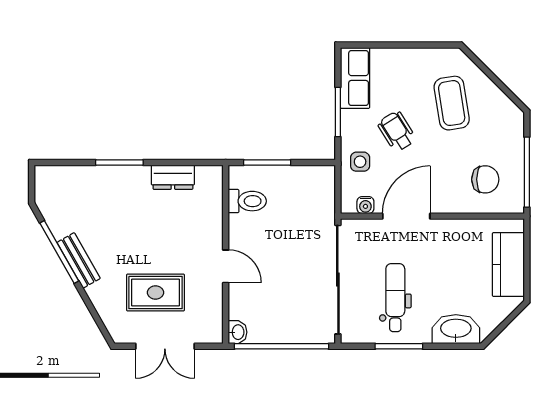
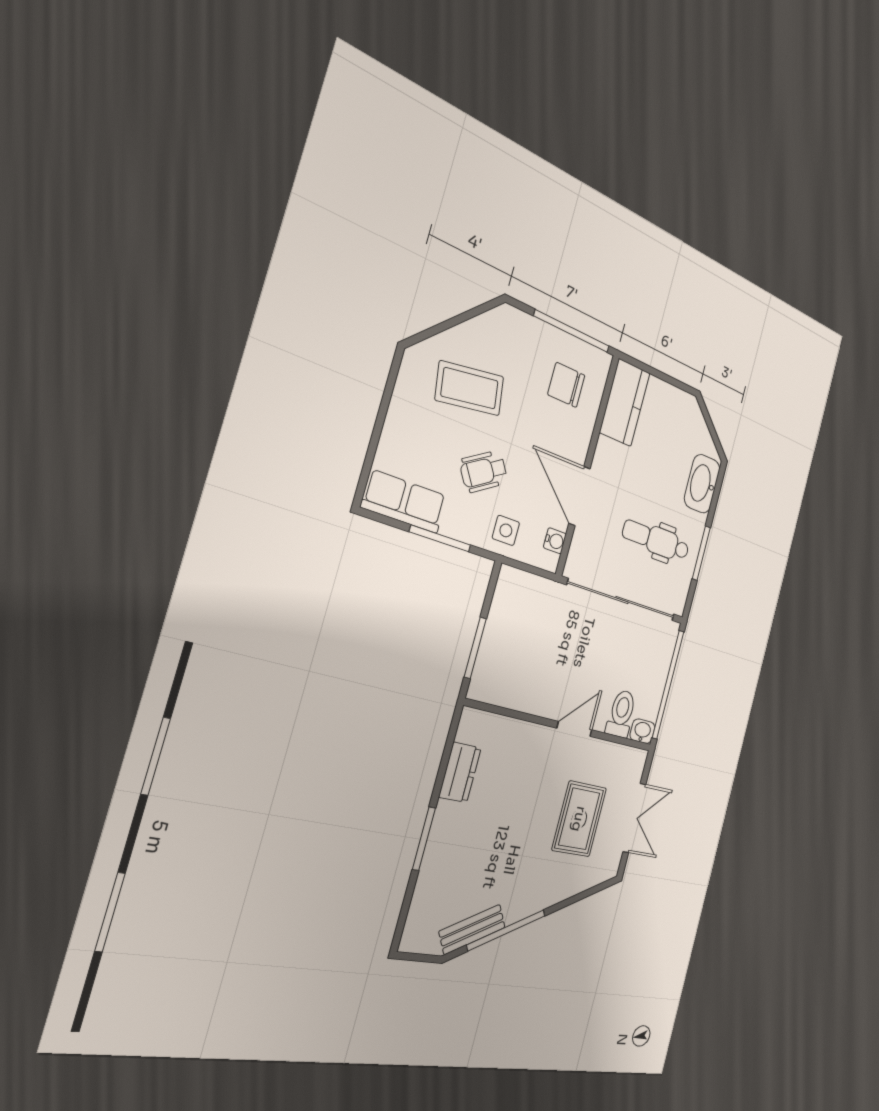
chair: (485, 179) -> (566, 385), turned -90
toilet: (247, 201) -> (621, 714), moved
bench: (79, 260) -> (472, 929), moved
kitchen counter: (508, 265) -> (625, 403), moved, turned -90

